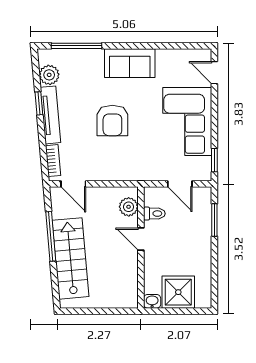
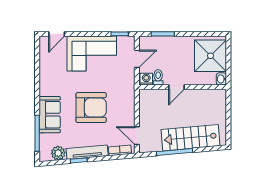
sofa: (130, 63) -> (50, 115), moved
armchair: (112, 120) -> (91, 108), width x1.36, depth x1.36
door: (73, 184) -> (137, 136), swing flipped
washing machine: (152, 197) -> (146, 79), added
plant: (129, 207) -> (153, 96), removed
shower: (178, 292) -> (211, 56), width x1.37, depth x1.37

